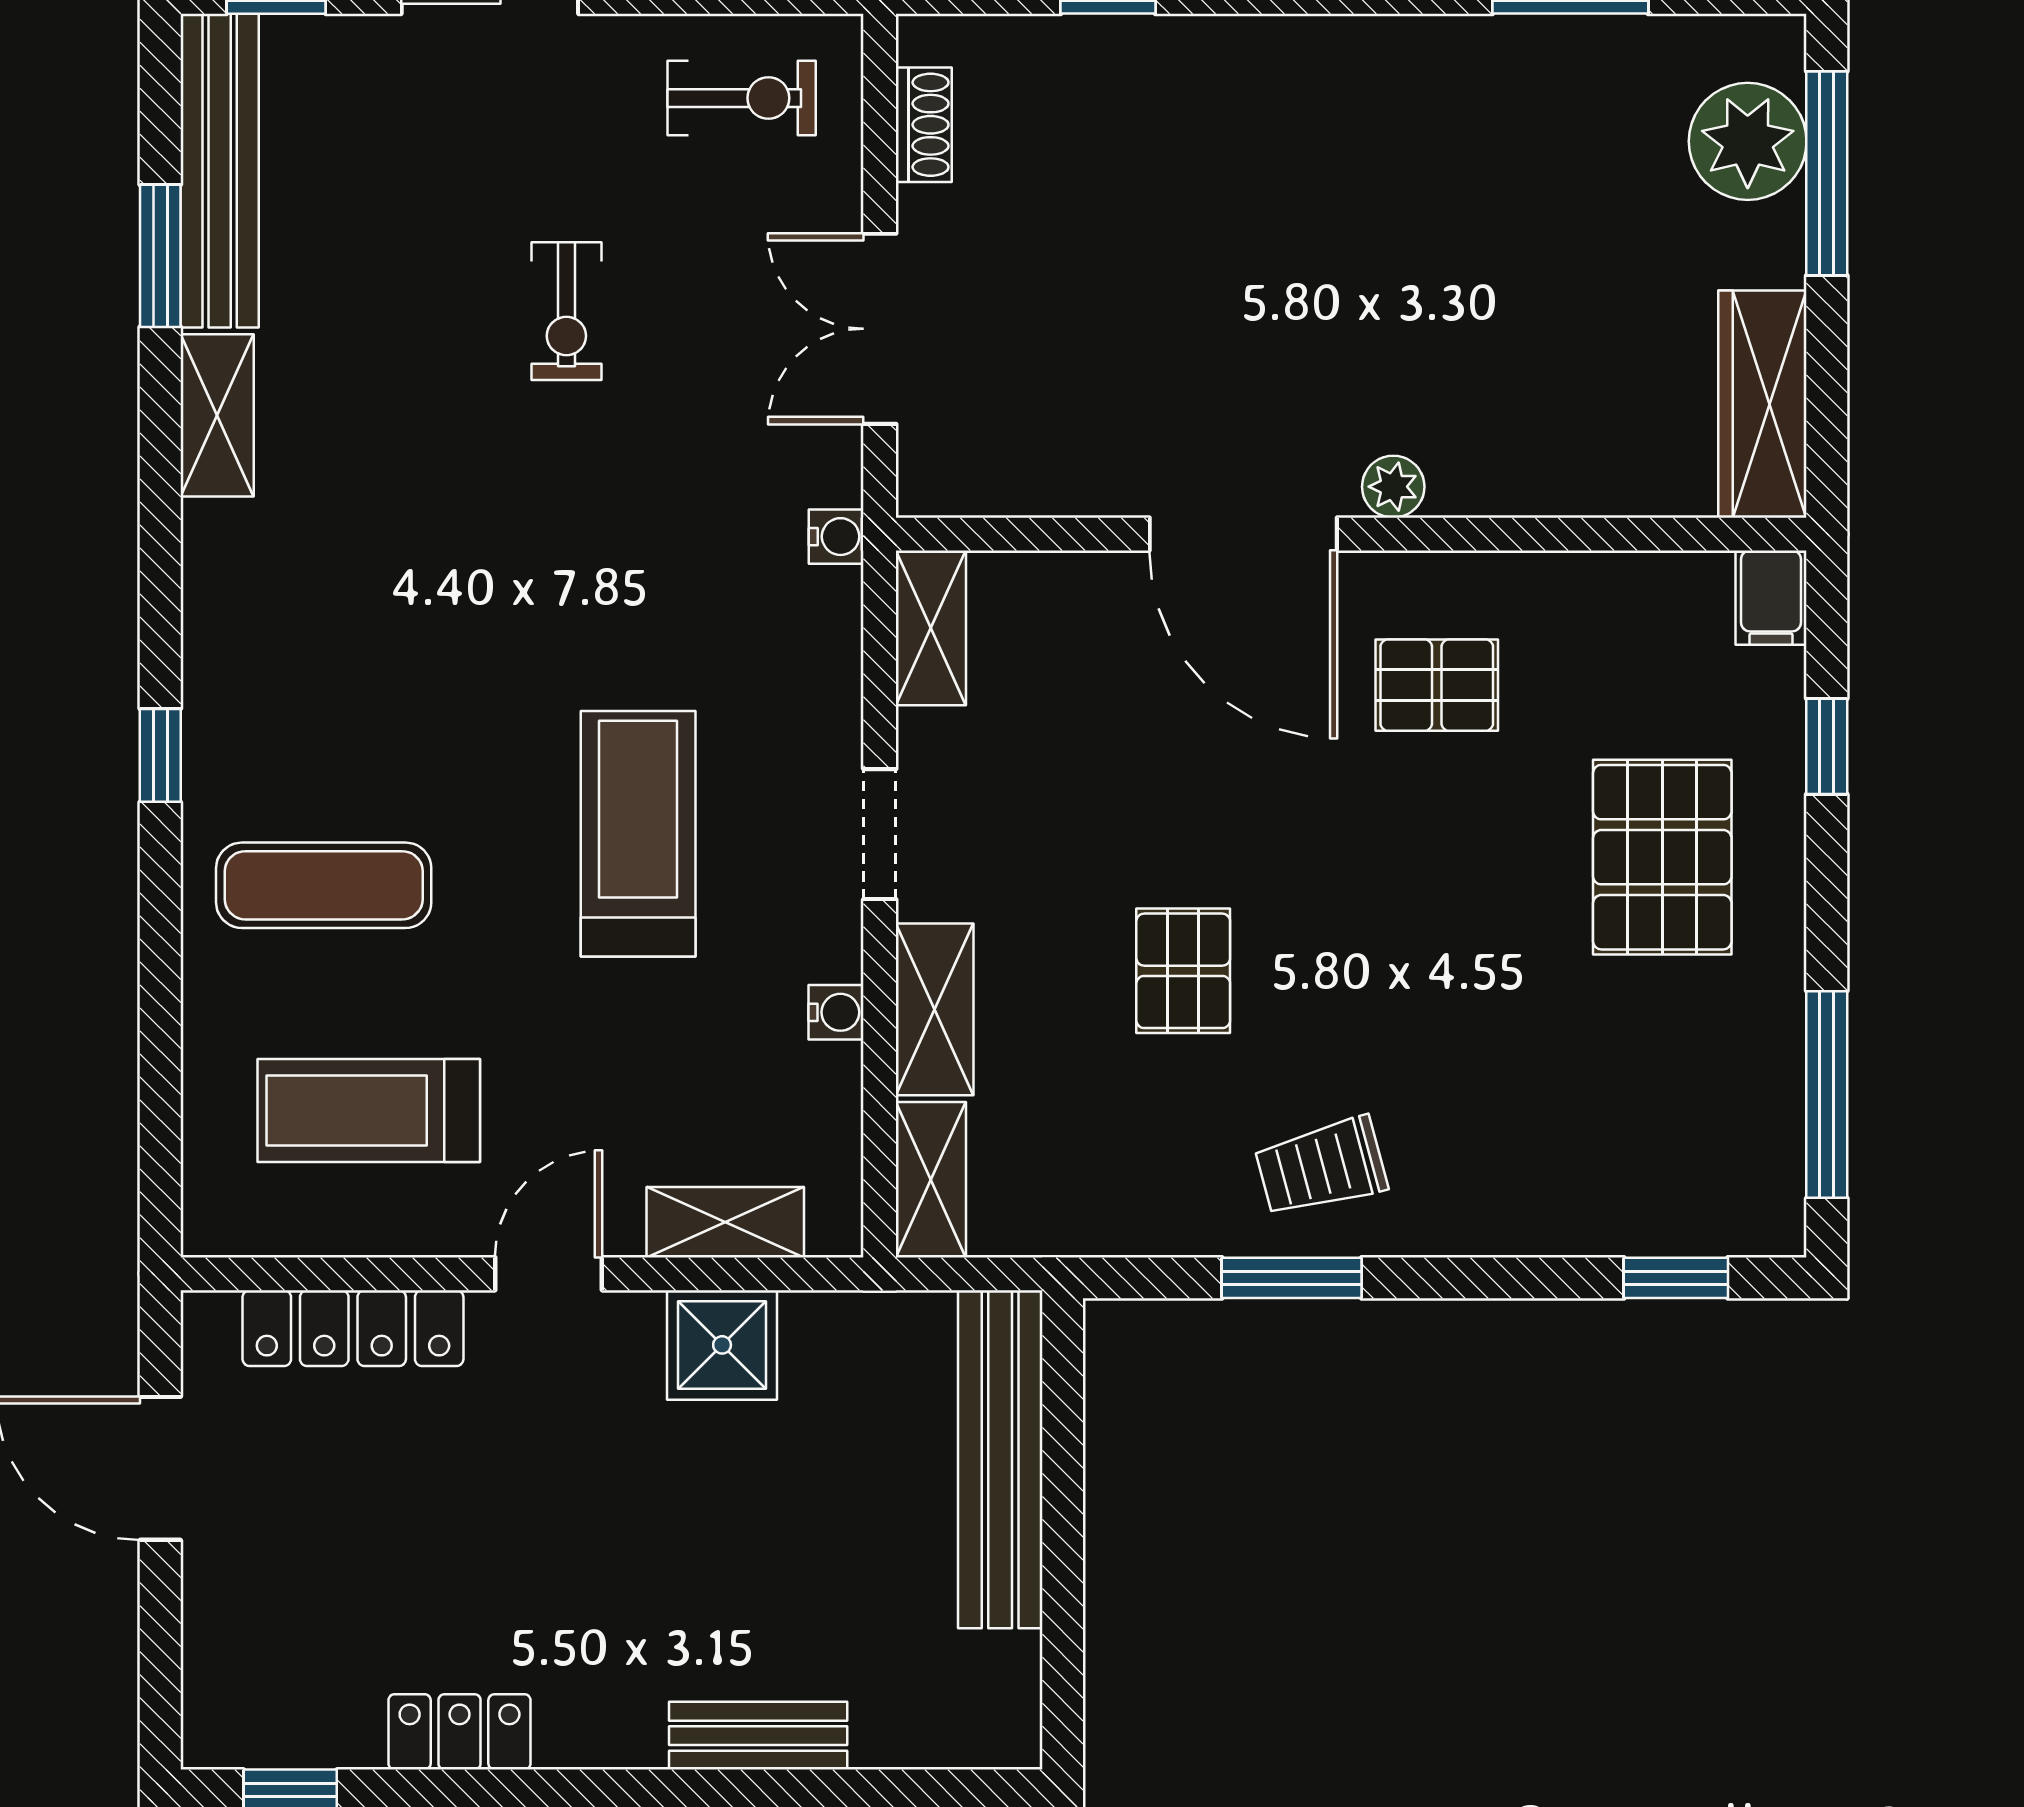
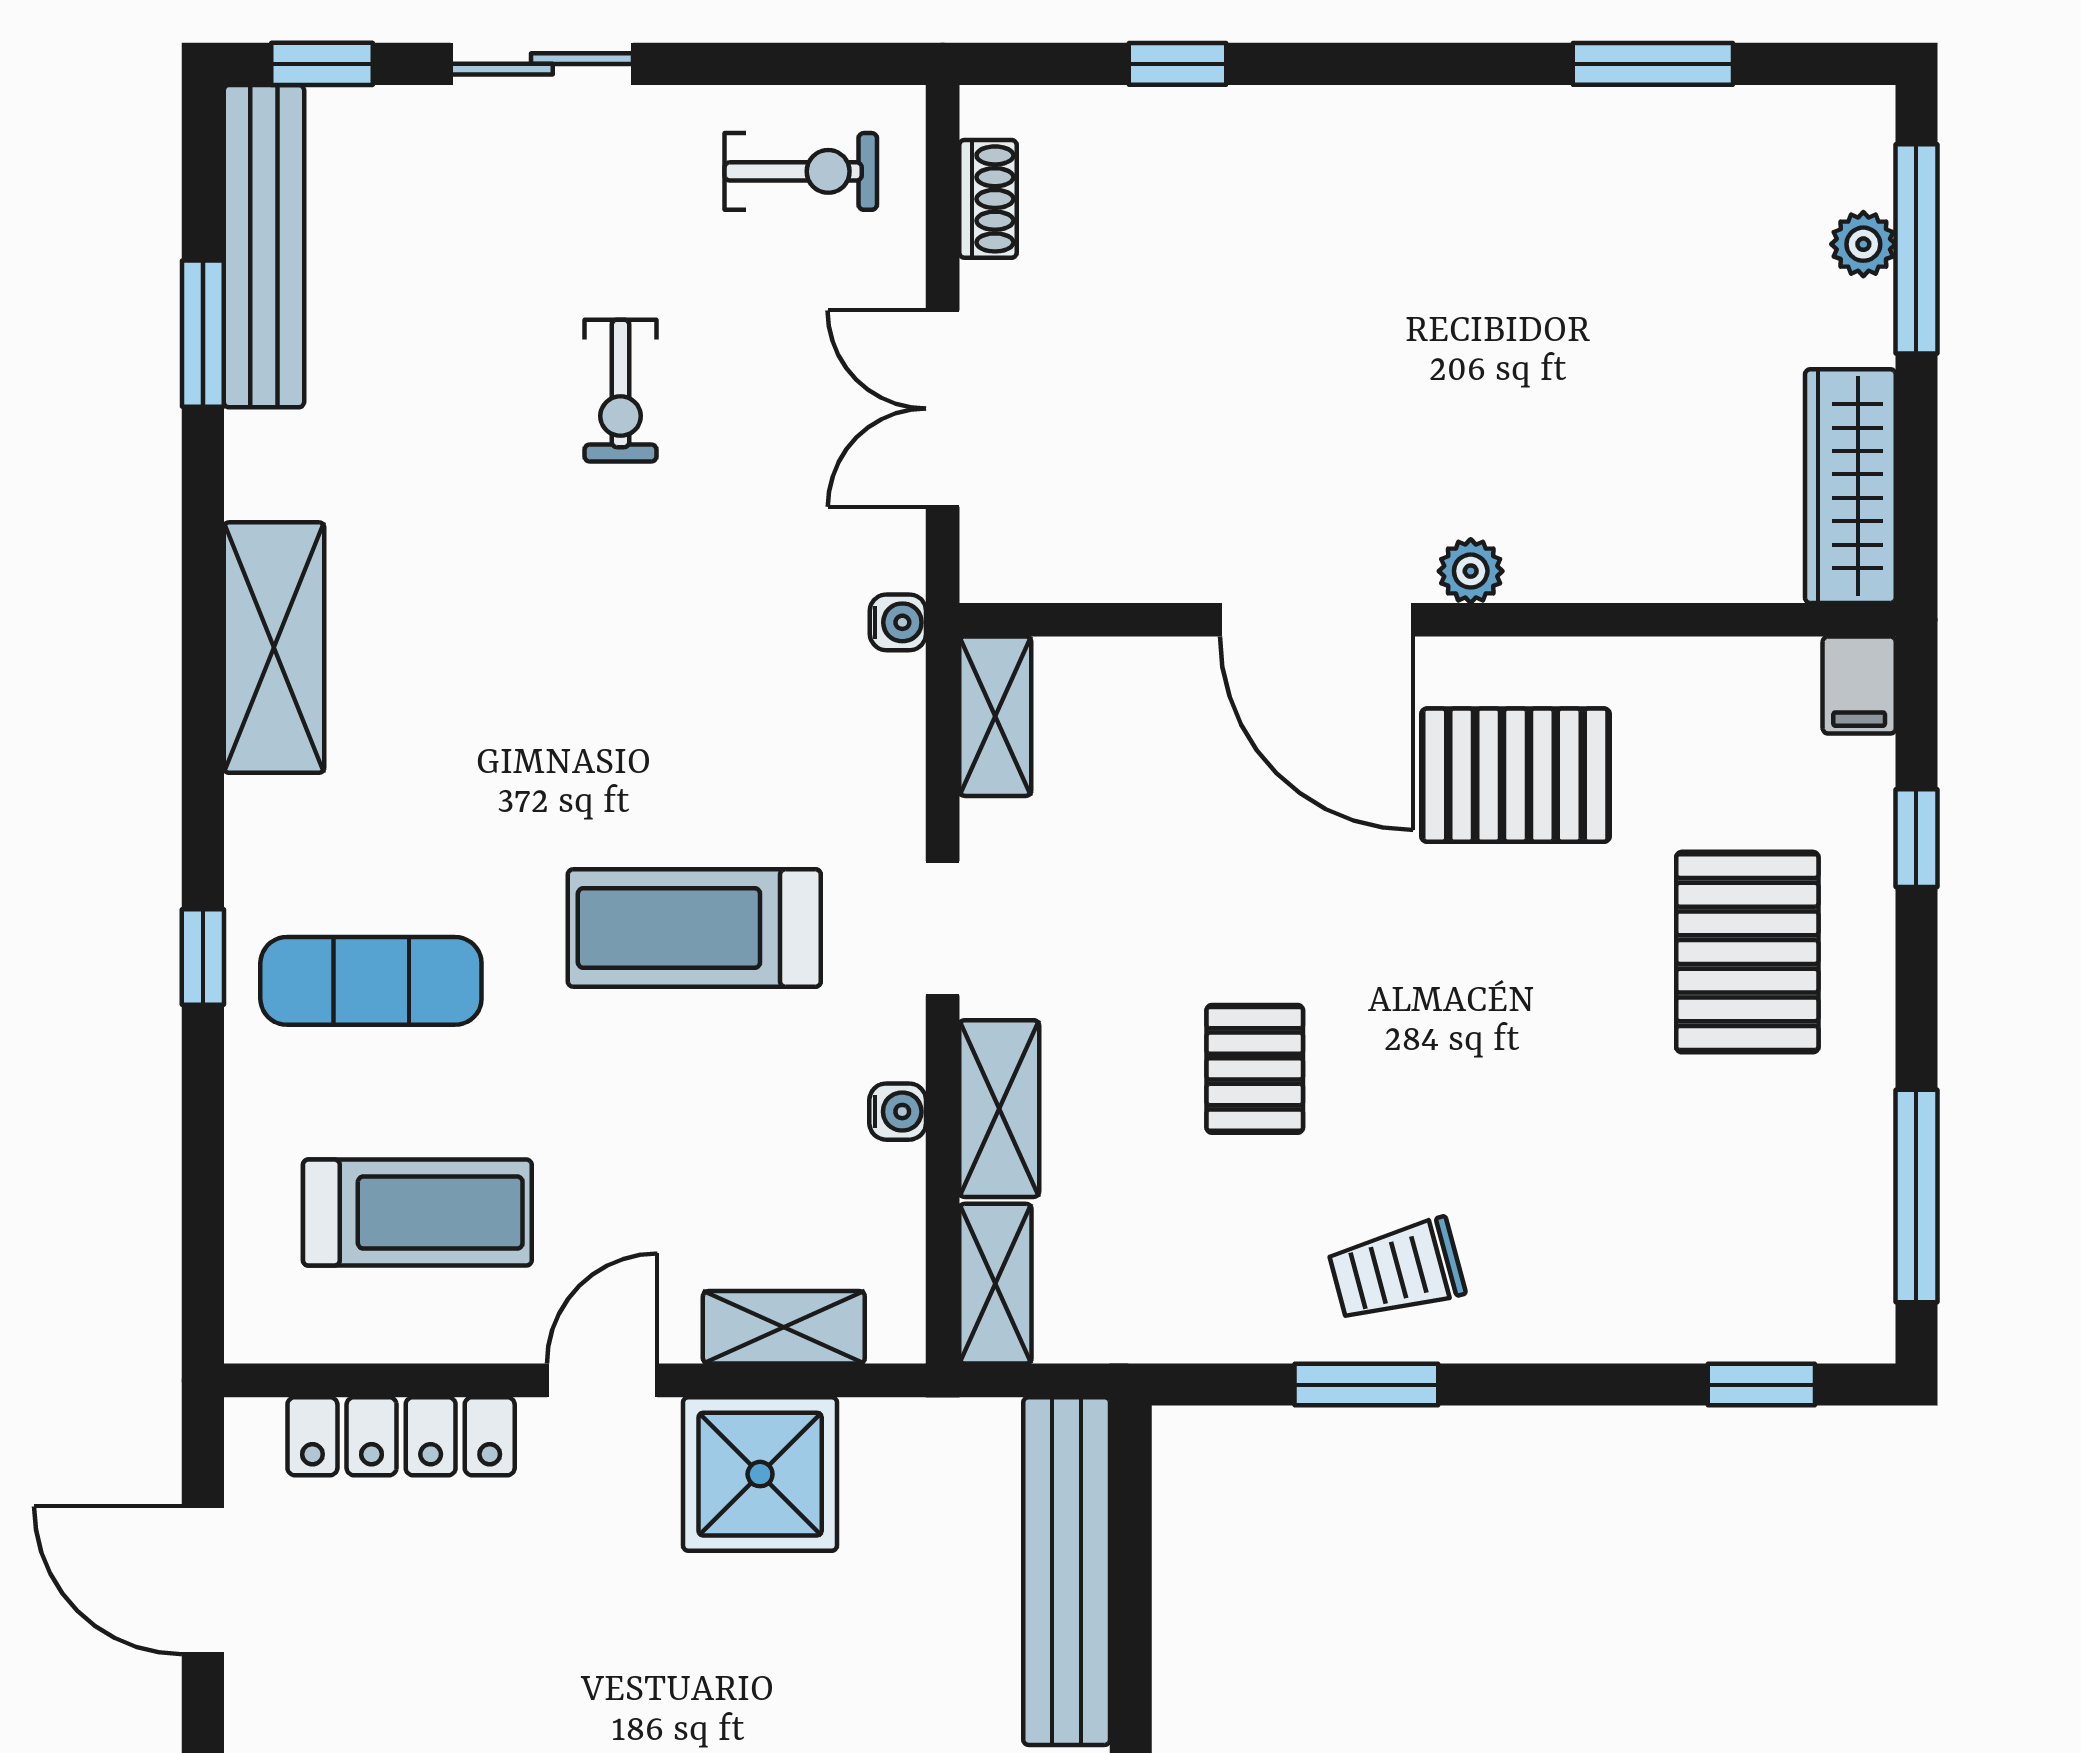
plant: (1748, 141) -> (1863, 244), width x0.53, depth x0.53
shelving: (217, 415) -> (274, 648), moved, width x1.50, depth x1.33
pallet: (1437, 685) -> (1515, 775), width x1.50, depth x1.42
window: (160, 755) -> (203, 957), moved
treadmill: (638, 834) -> (694, 928), turned -90
treadmill: (369, 1111) -> (417, 1213), turned 180
shower: (722, 1345) -> (760, 1474), width x1.36, depth x1.36

